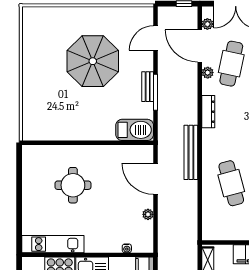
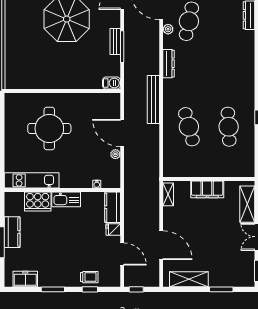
barbecue: (135, 130) -> (111, 83), width x0.53, depth x0.65
door: (155, 179) -> (122, 133), moved
round table: (73, 185) -> (49, 128), width x1.36, depth x1.36

